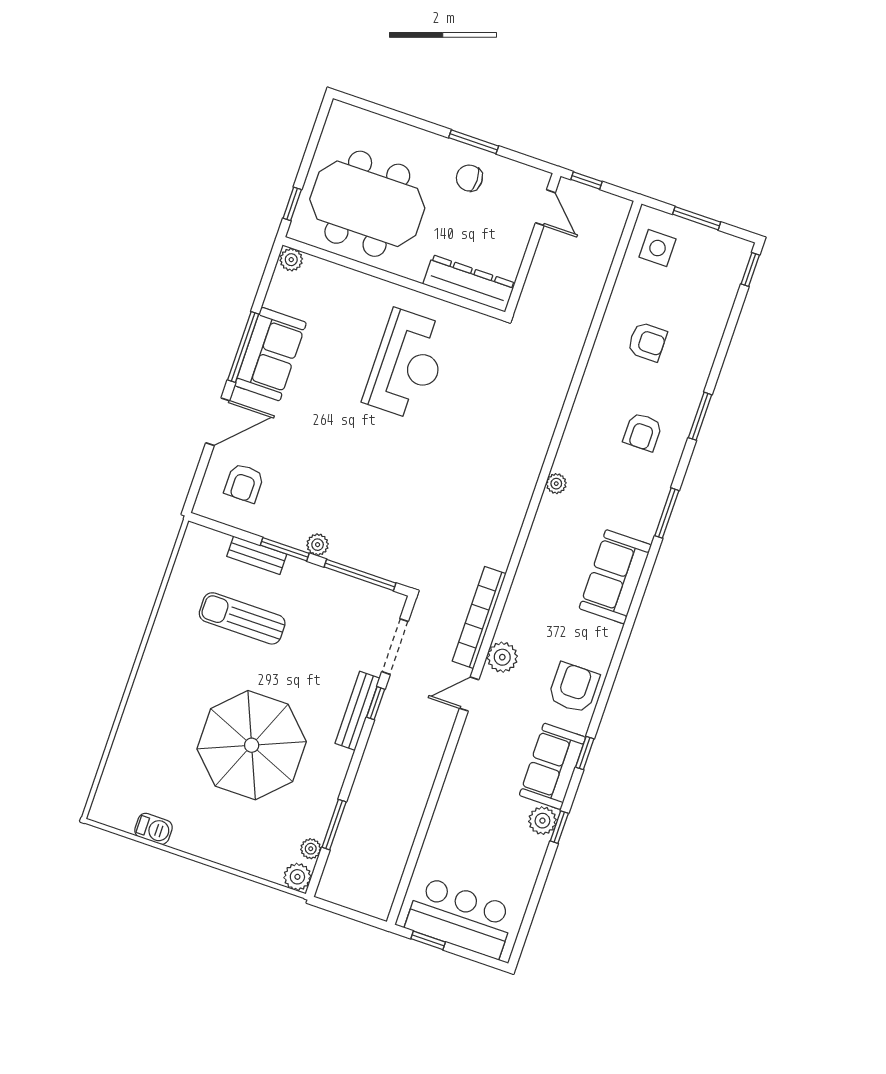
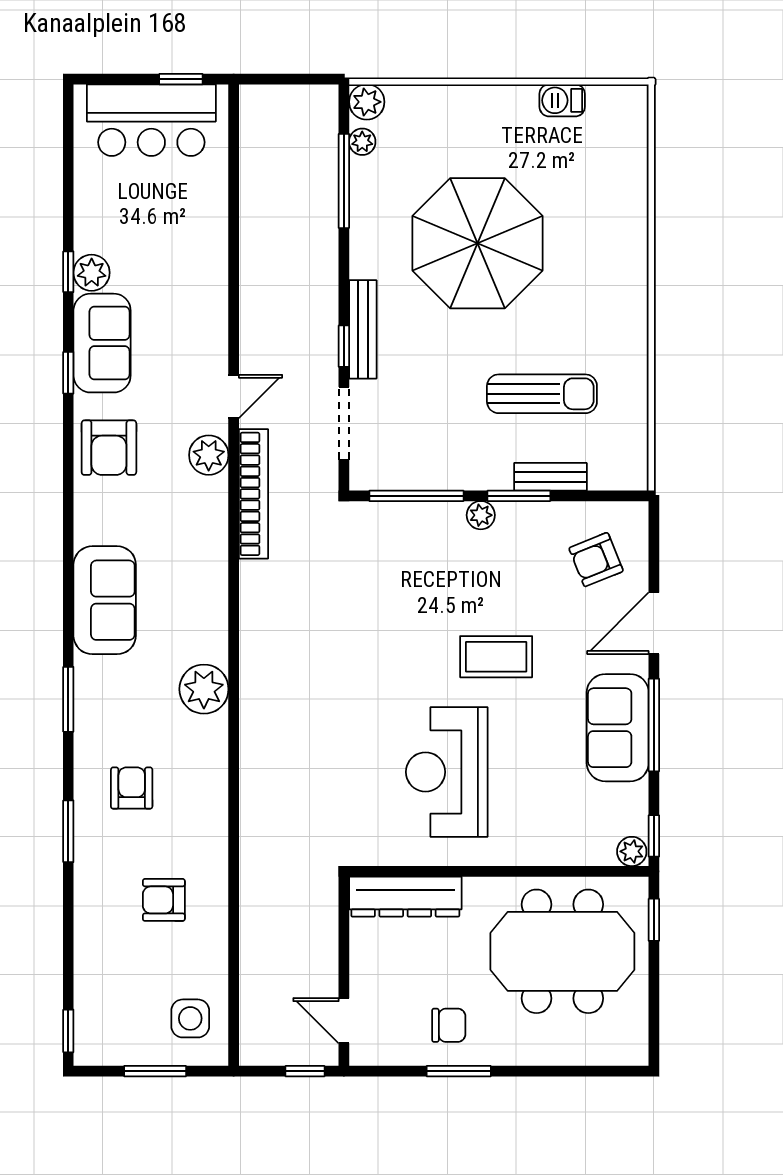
window: (271, 265) -> (654, 836), added
coffee table: (342, 437) -> (496, 657), added
armchair: (244, 483) -> (596, 560), turned -112
plant: (556, 484) -> (204, 689), width x1.88, depth x1.88
window: (334, 825) -> (344, 181), width x1.44

